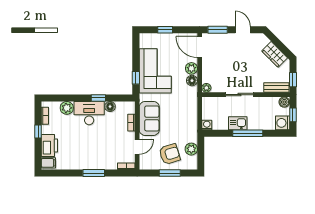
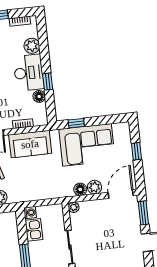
kitchen sink: (238, 123) -> (34, 230), moved

